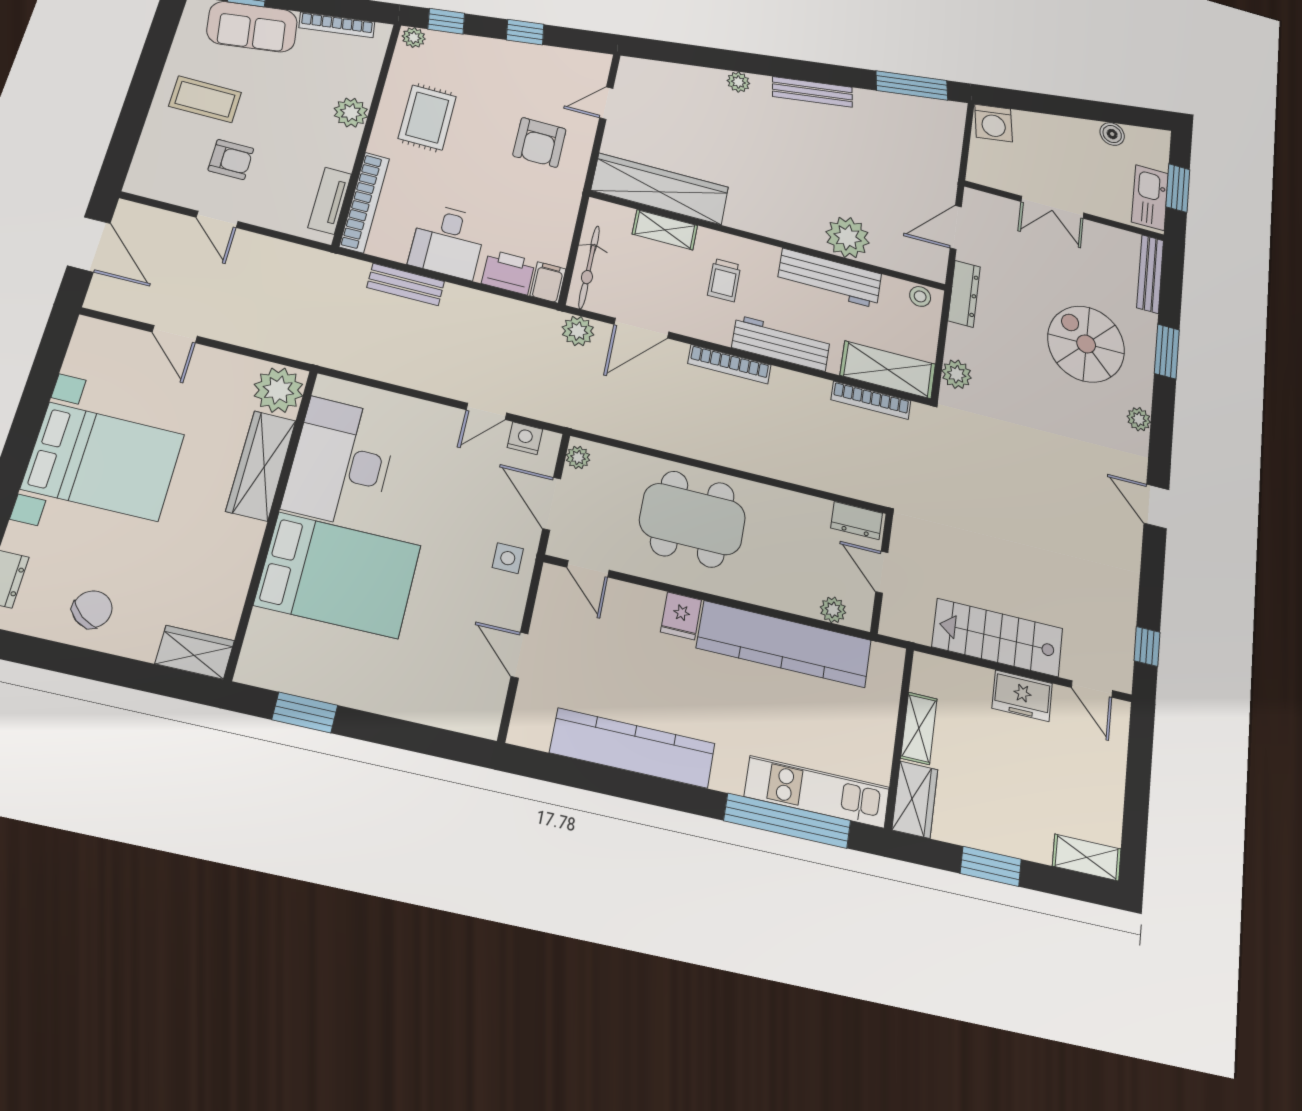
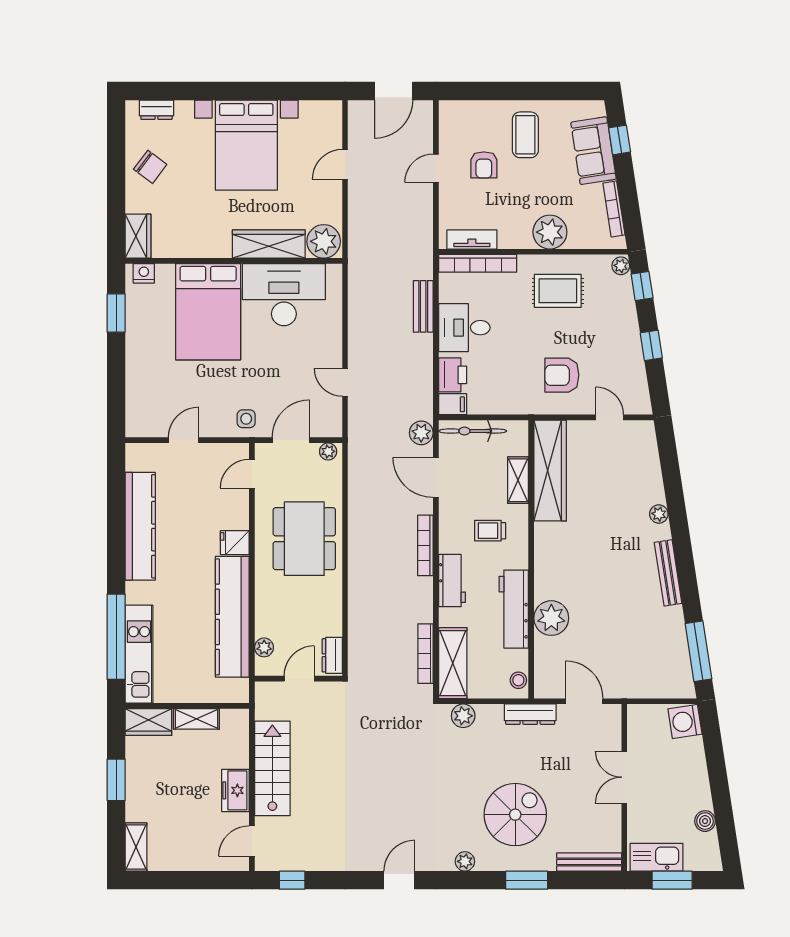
plant: (351, 113) -> (550, 232), width x1.36, depth x1.36
workbench: (781, 343) -> (452, 581), width x0.73
nightstand: (525, 438) -> (144, 273), moved, turned -90

